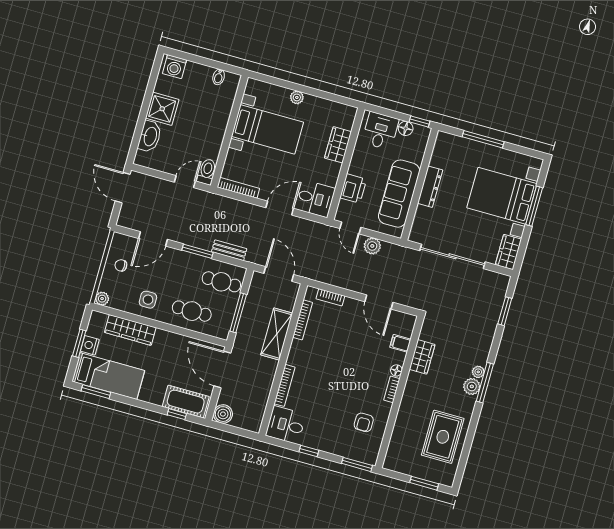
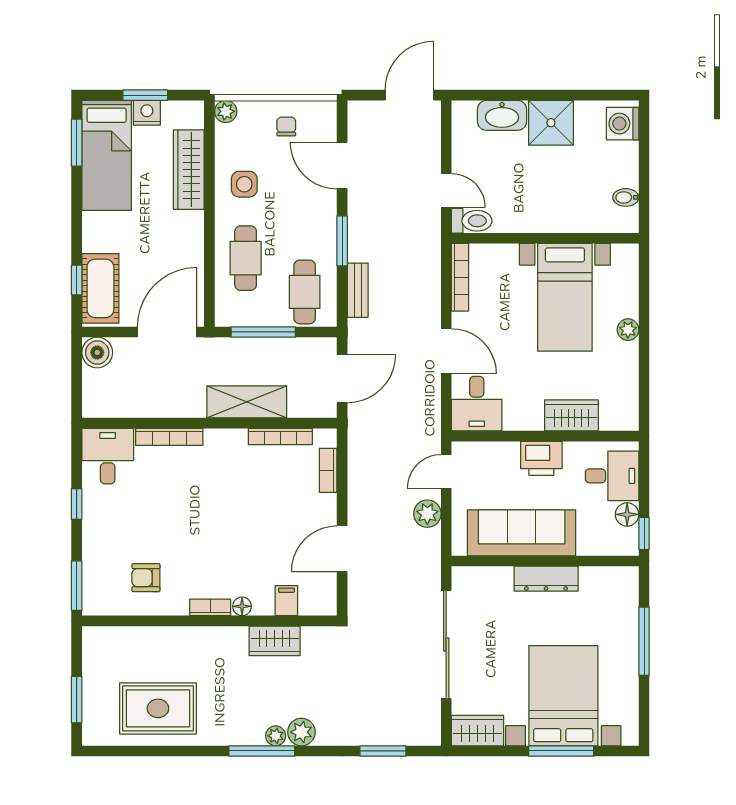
printer: (353, 189) -> (541, 458), moved
plant: (472, 386) -> (301, 732), moved

